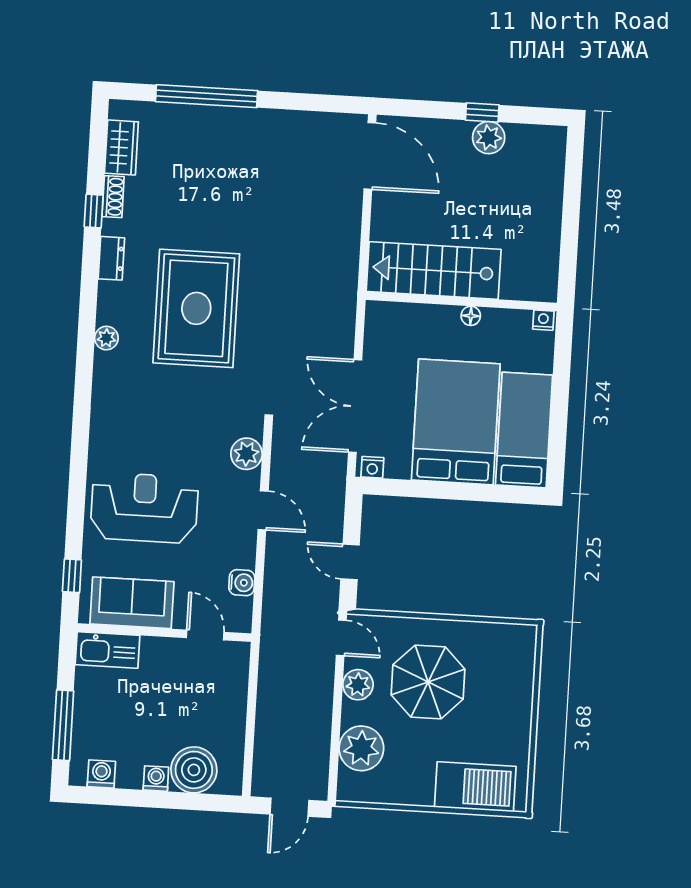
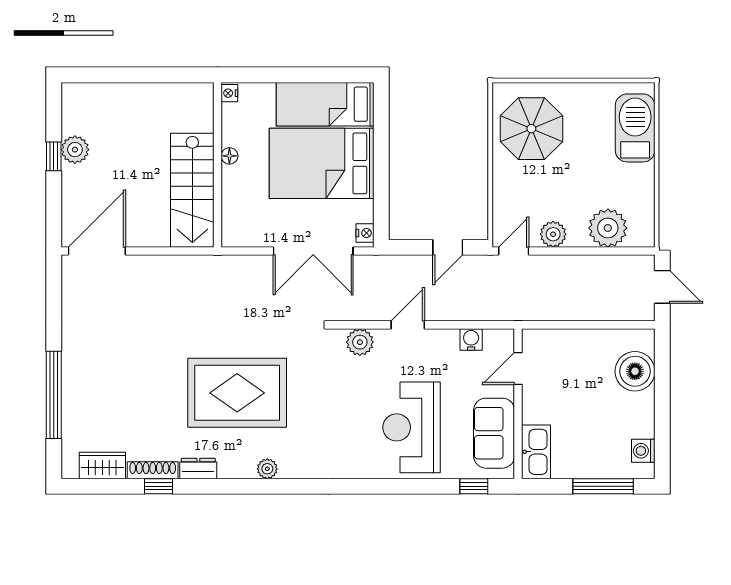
shoe rack: (113, 197) -> (153, 470), width x1.43
parasol: (428, 682) -> (531, 129), moved
washing machine: (156, 779) -> (644, 404), removed

